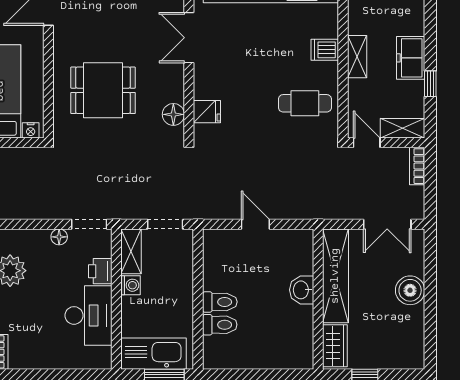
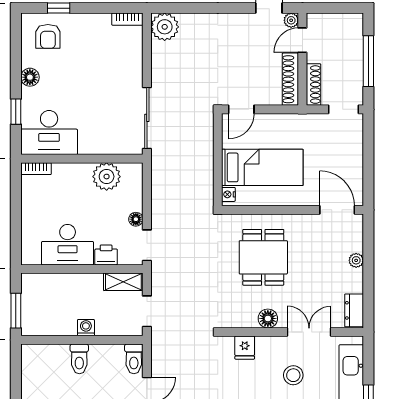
stool: (239, 56) -> (293, 375), added
floor lamp: (173, 114) -> (268, 318), moved
washing machine: (131, 285) -> (86, 328), moved, turned 180
toilet: (220, 325) -> (134, 359), moved
kitchen sink: (154, 354) -> (34, 301), removed

